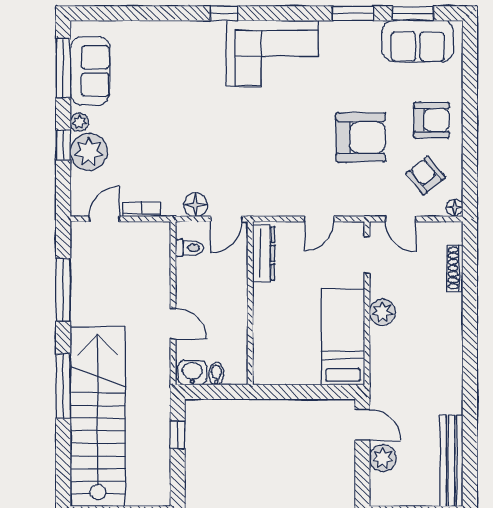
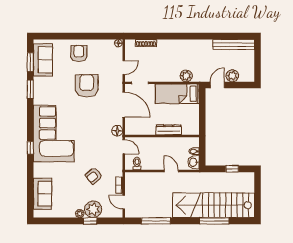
corner sofa: (272, 53) -> (54, 134), width x1.36, depth x1.36
window: (63, 68) -> (55, 221), removed
sofa: (90, 71) -> (42, 194), moved, turned 90
armchair: (426, 175) -> (94, 176), moved
floor lamp: (196, 205) -> (117, 131), moved
door: (319, 219) -> (124, 105), width x1.88
dresser: (264, 253) -> (169, 130), moved
plant: (382, 312) -> (186, 76), moved
door: (173, 324) -> (171, 171), hinge flipped
window: (63, 386) -> (214, 221), moved
window: (178, 435) -> (232, 169), moved

